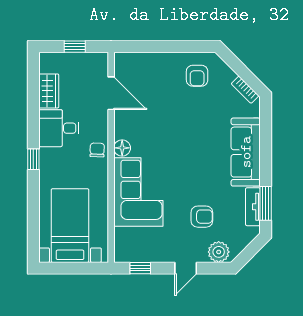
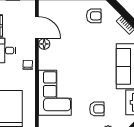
armchair: (197, 76) -> (94, 16), turned -90
floor lamp: (122, 148) -> (44, 44), moved

